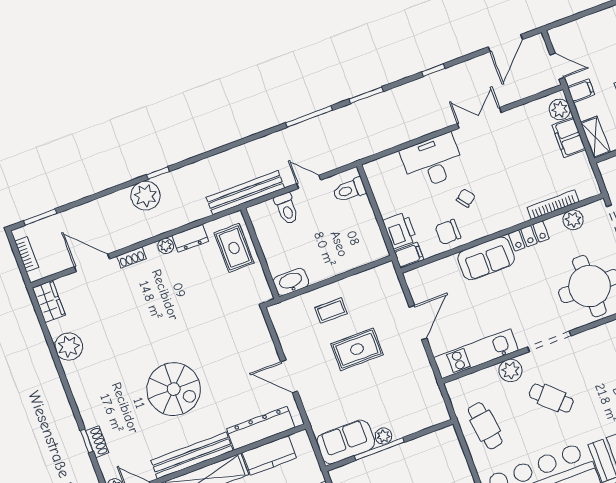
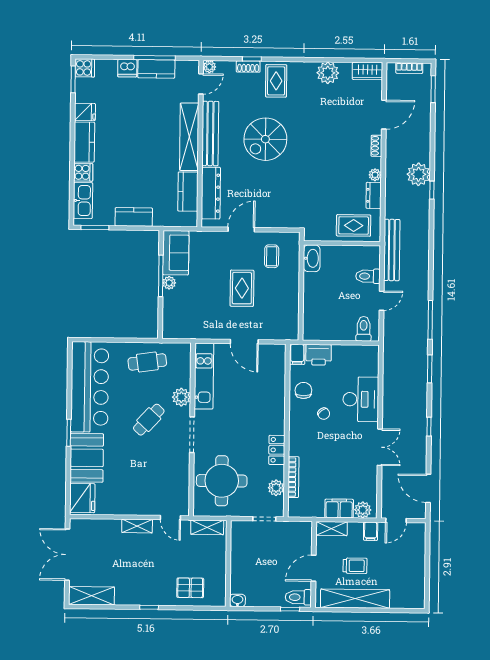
sofa: (486, 258) -> (273, 411), removed
coffee table: (331, 311) -> (272, 256), moved
rug: (101, 403) -> (276, 81), added

